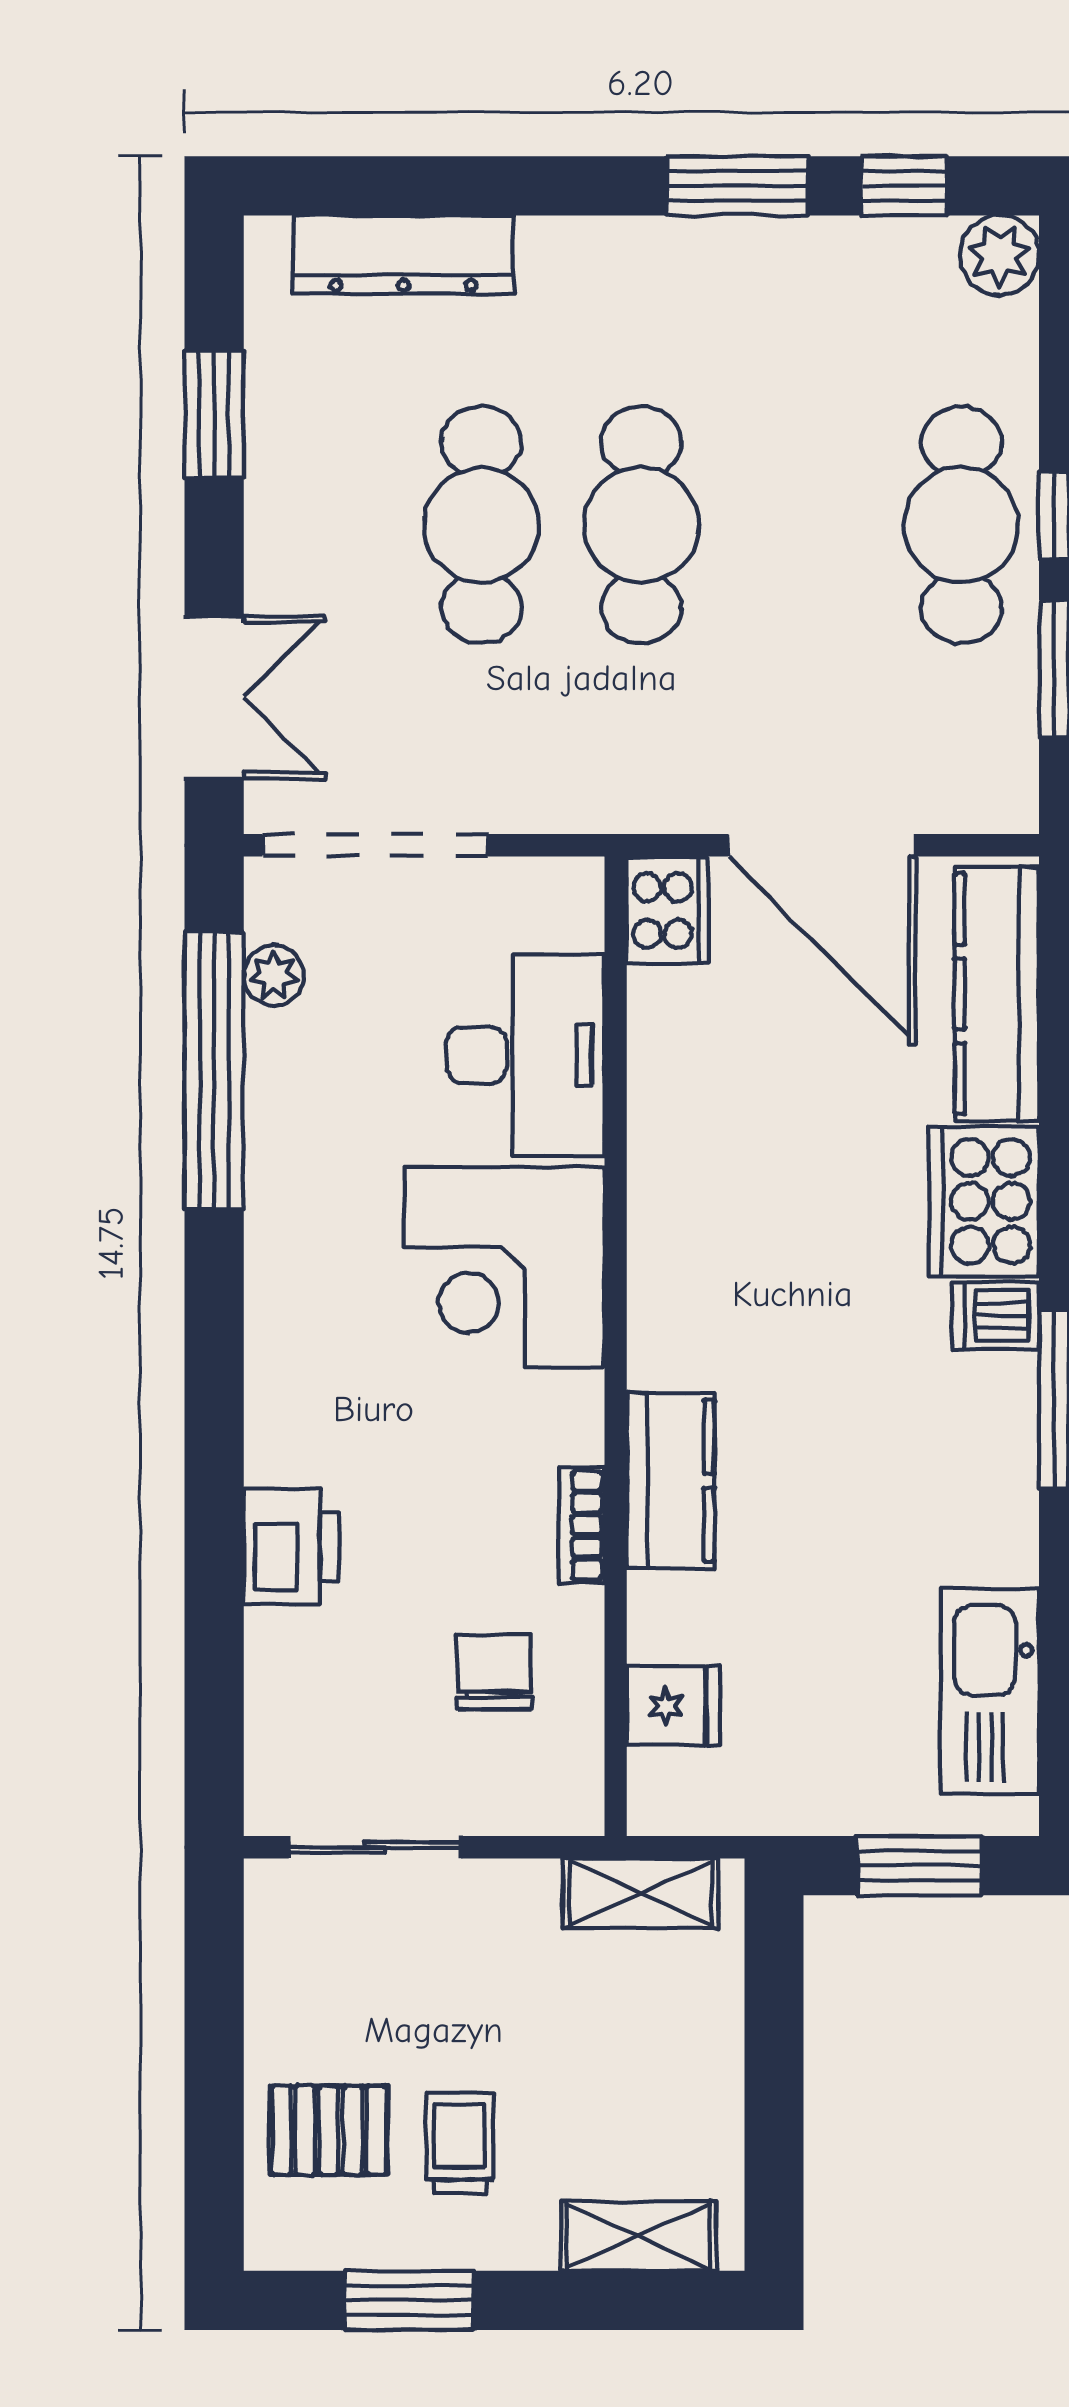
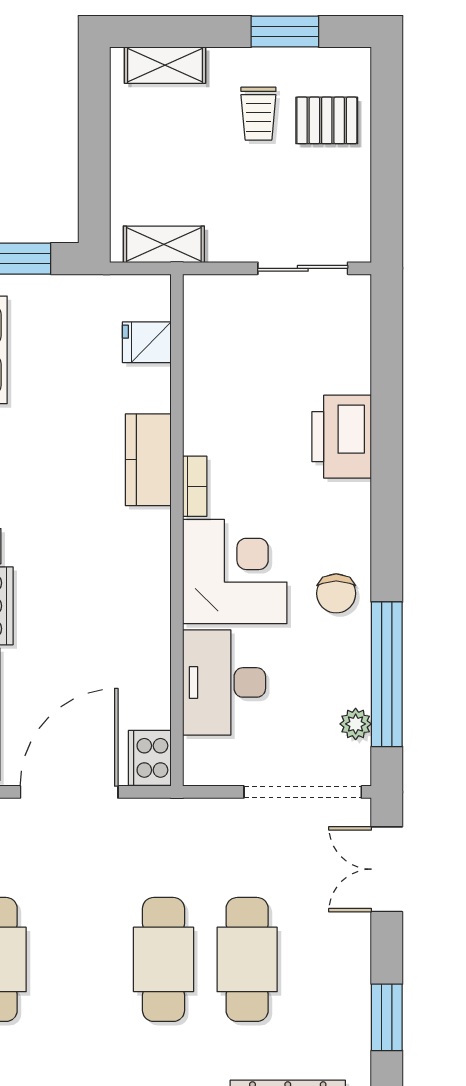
door: (822, 845) -> (69, 792), hinge flipped
bookcase: (581, 1525) -> (195, 486), moved
printer: (291, 1547) -> (342, 437), width x1.37, depth x1.19
chair: (494, 1672) -> (336, 593), moved

